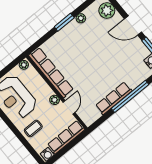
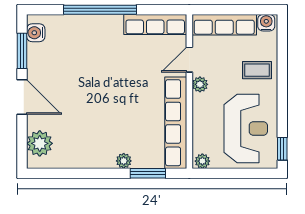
plant: (81, 18) -> (124, 161), moved
window: (64, 22) -> (148, 173), moved
row of seats: (114, 98) -> (155, 24), moved

